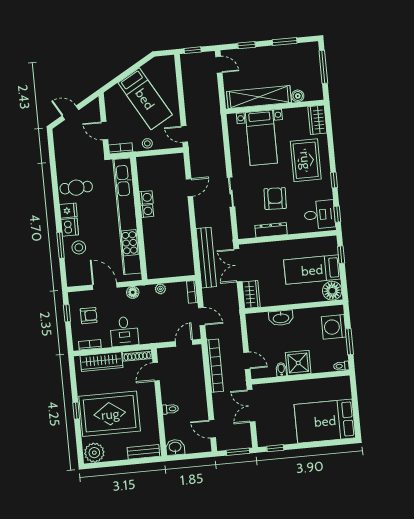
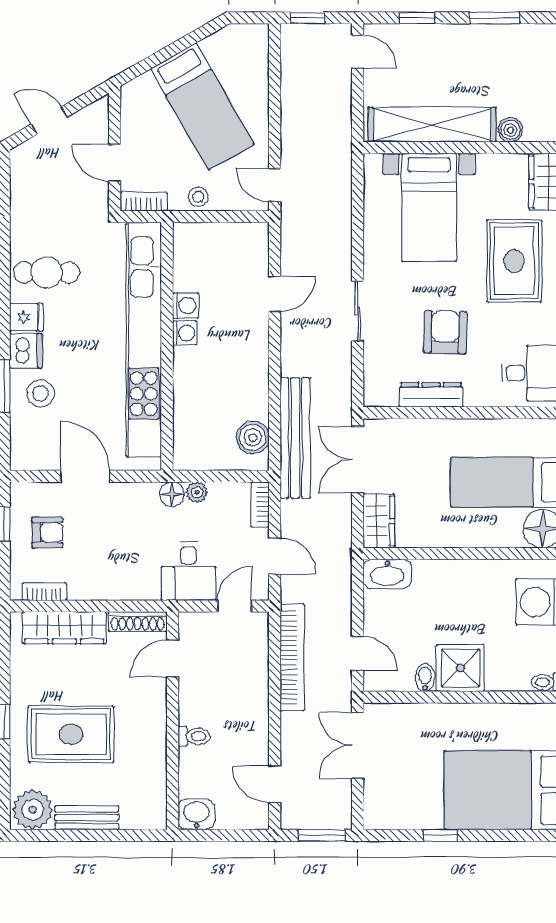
boiler: (185, 259) -> (253, 437), added
floor lamp: (133, 292) -> (172, 494), moved
washbasin: (281, 318) -> (387, 574), moved
desk: (124, 331) -> (189, 571), moved
rug: (110, 414) -> (71, 734), width x0.73, depth x0.69
window: (275, 448) -> (440, 835), moved
bench: (143, 452) -> (87, 818), moved

